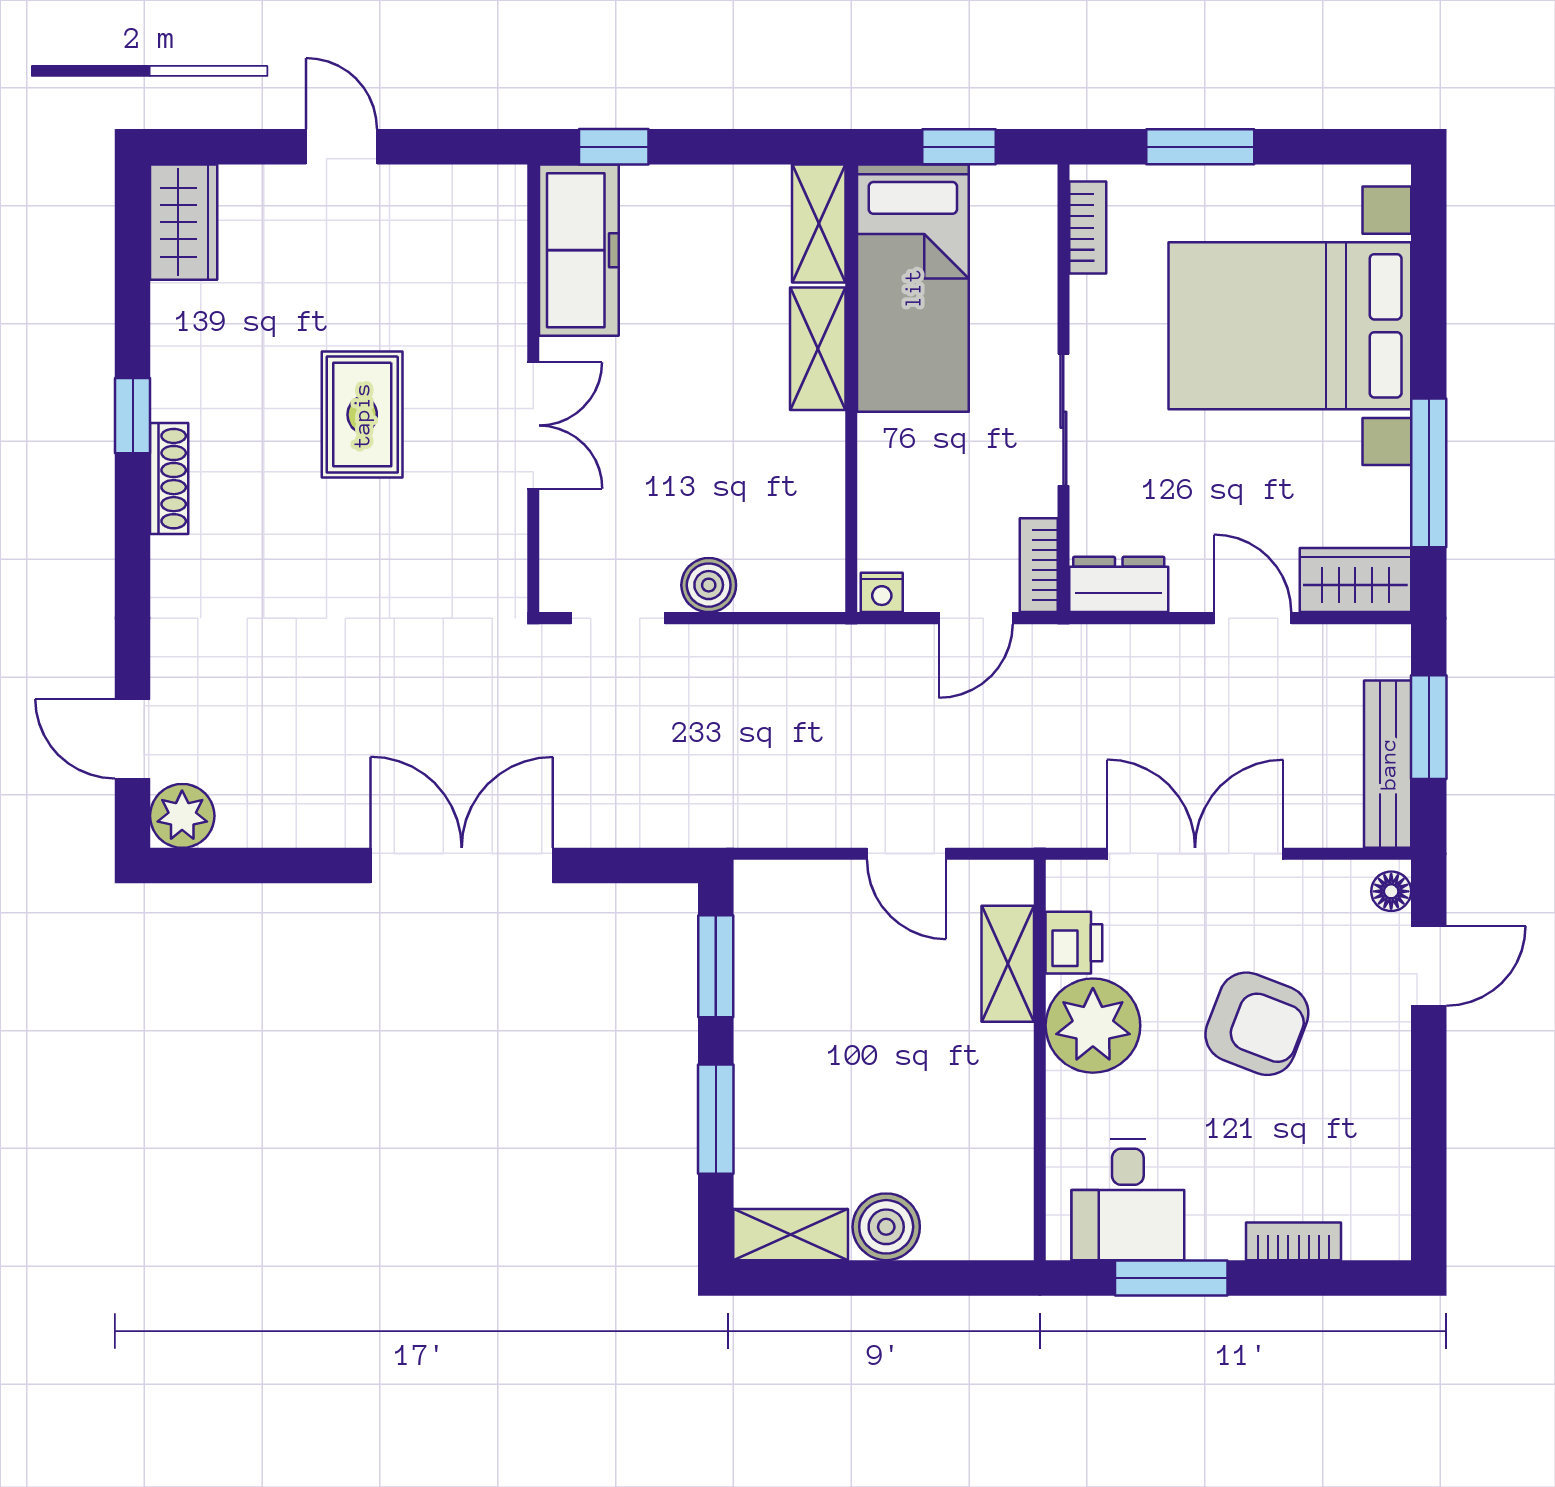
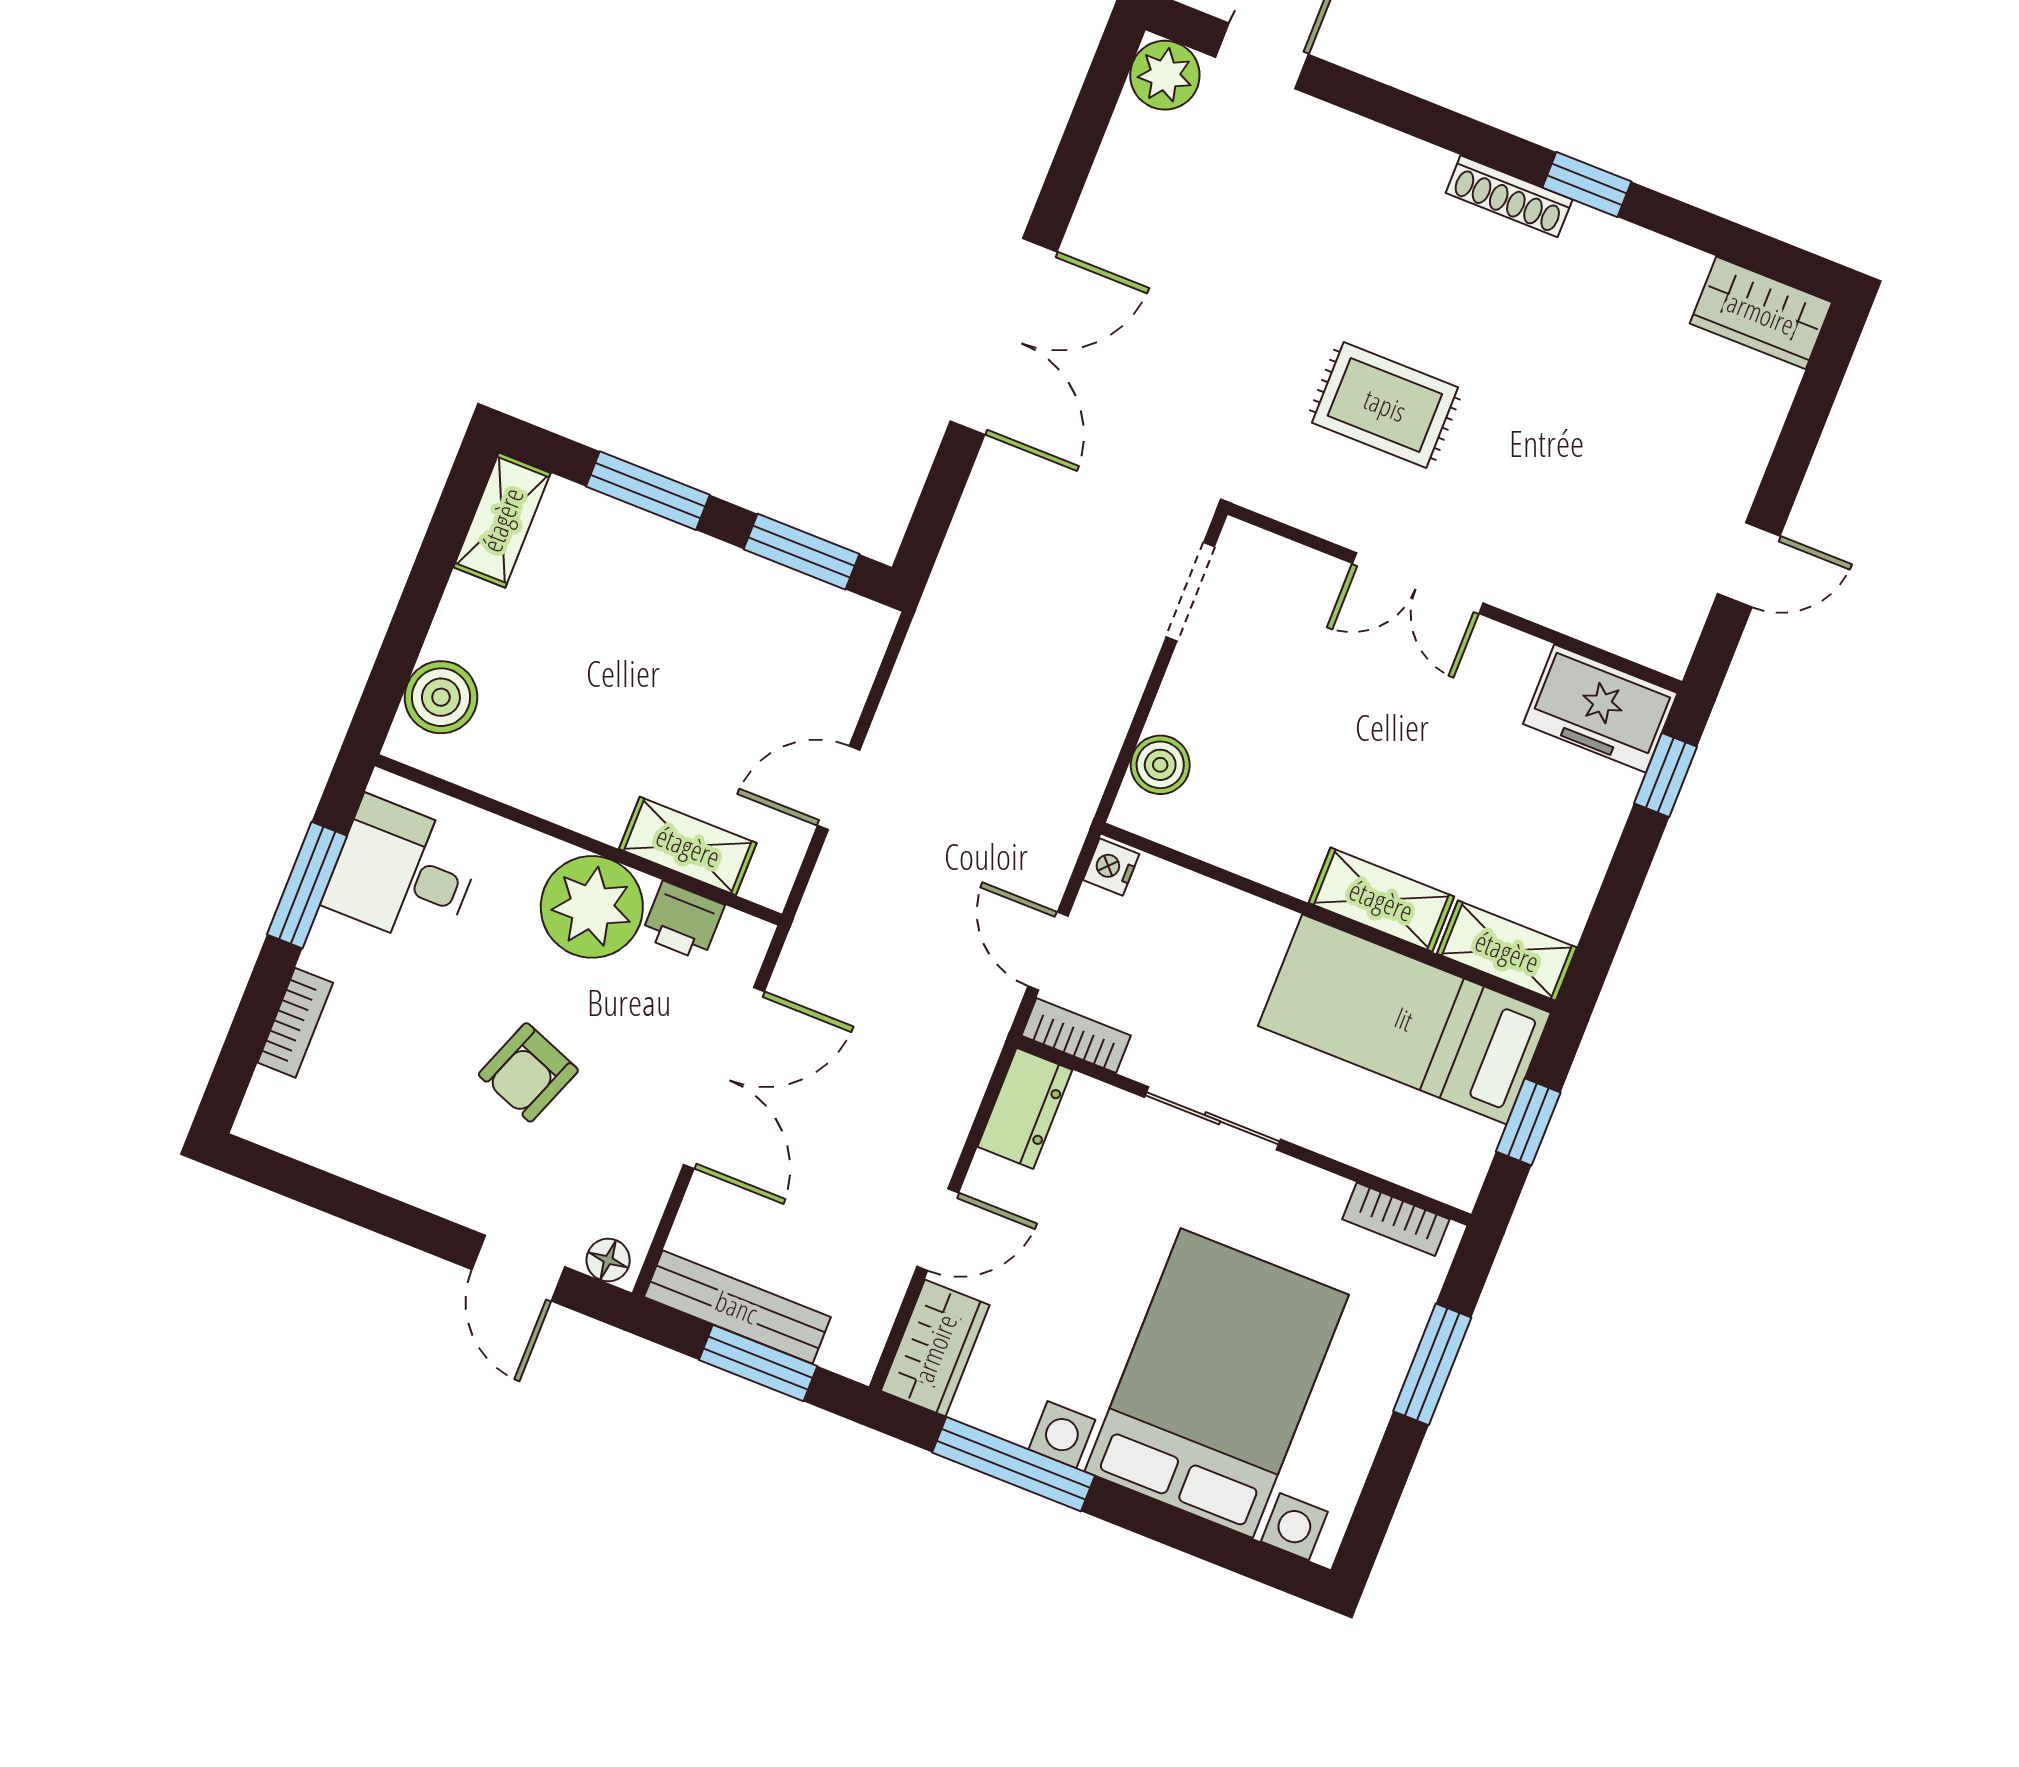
door: (342, 147) -> (1749, 565), moved
freezer: (579, 250) -> (1600, 709), width x0.71
rug: (362, 415) -> (1385, 405), moved
boiler: (709, 585) -> (1160, 765), moved
armchair: (1257, 1024) -> (528, 1072), width x0.72, depth x0.72
boiler: (886, 1227) -> (441, 697), moved

